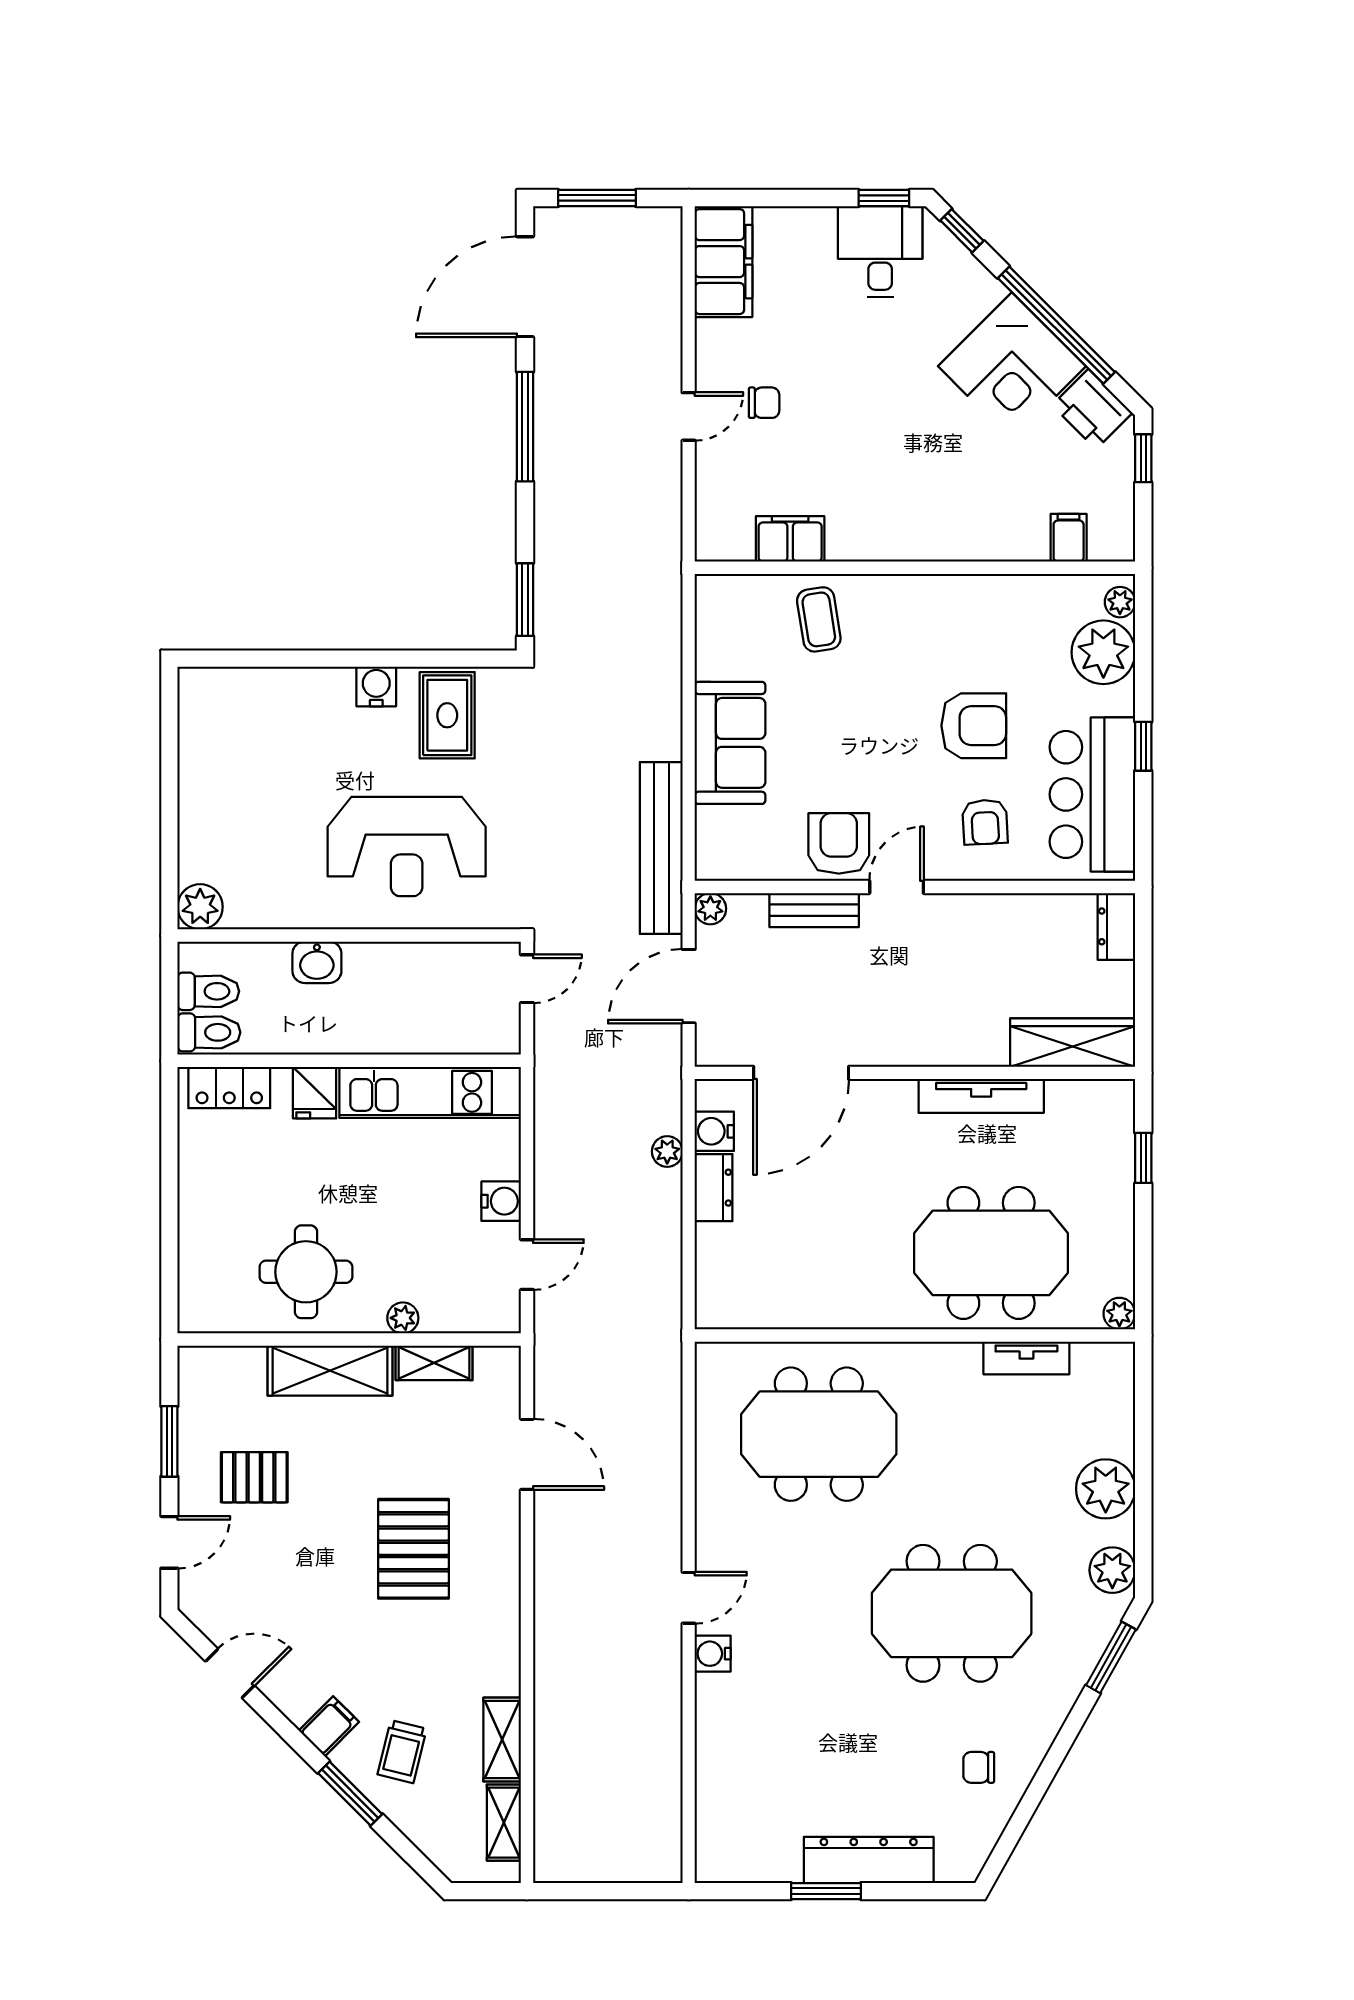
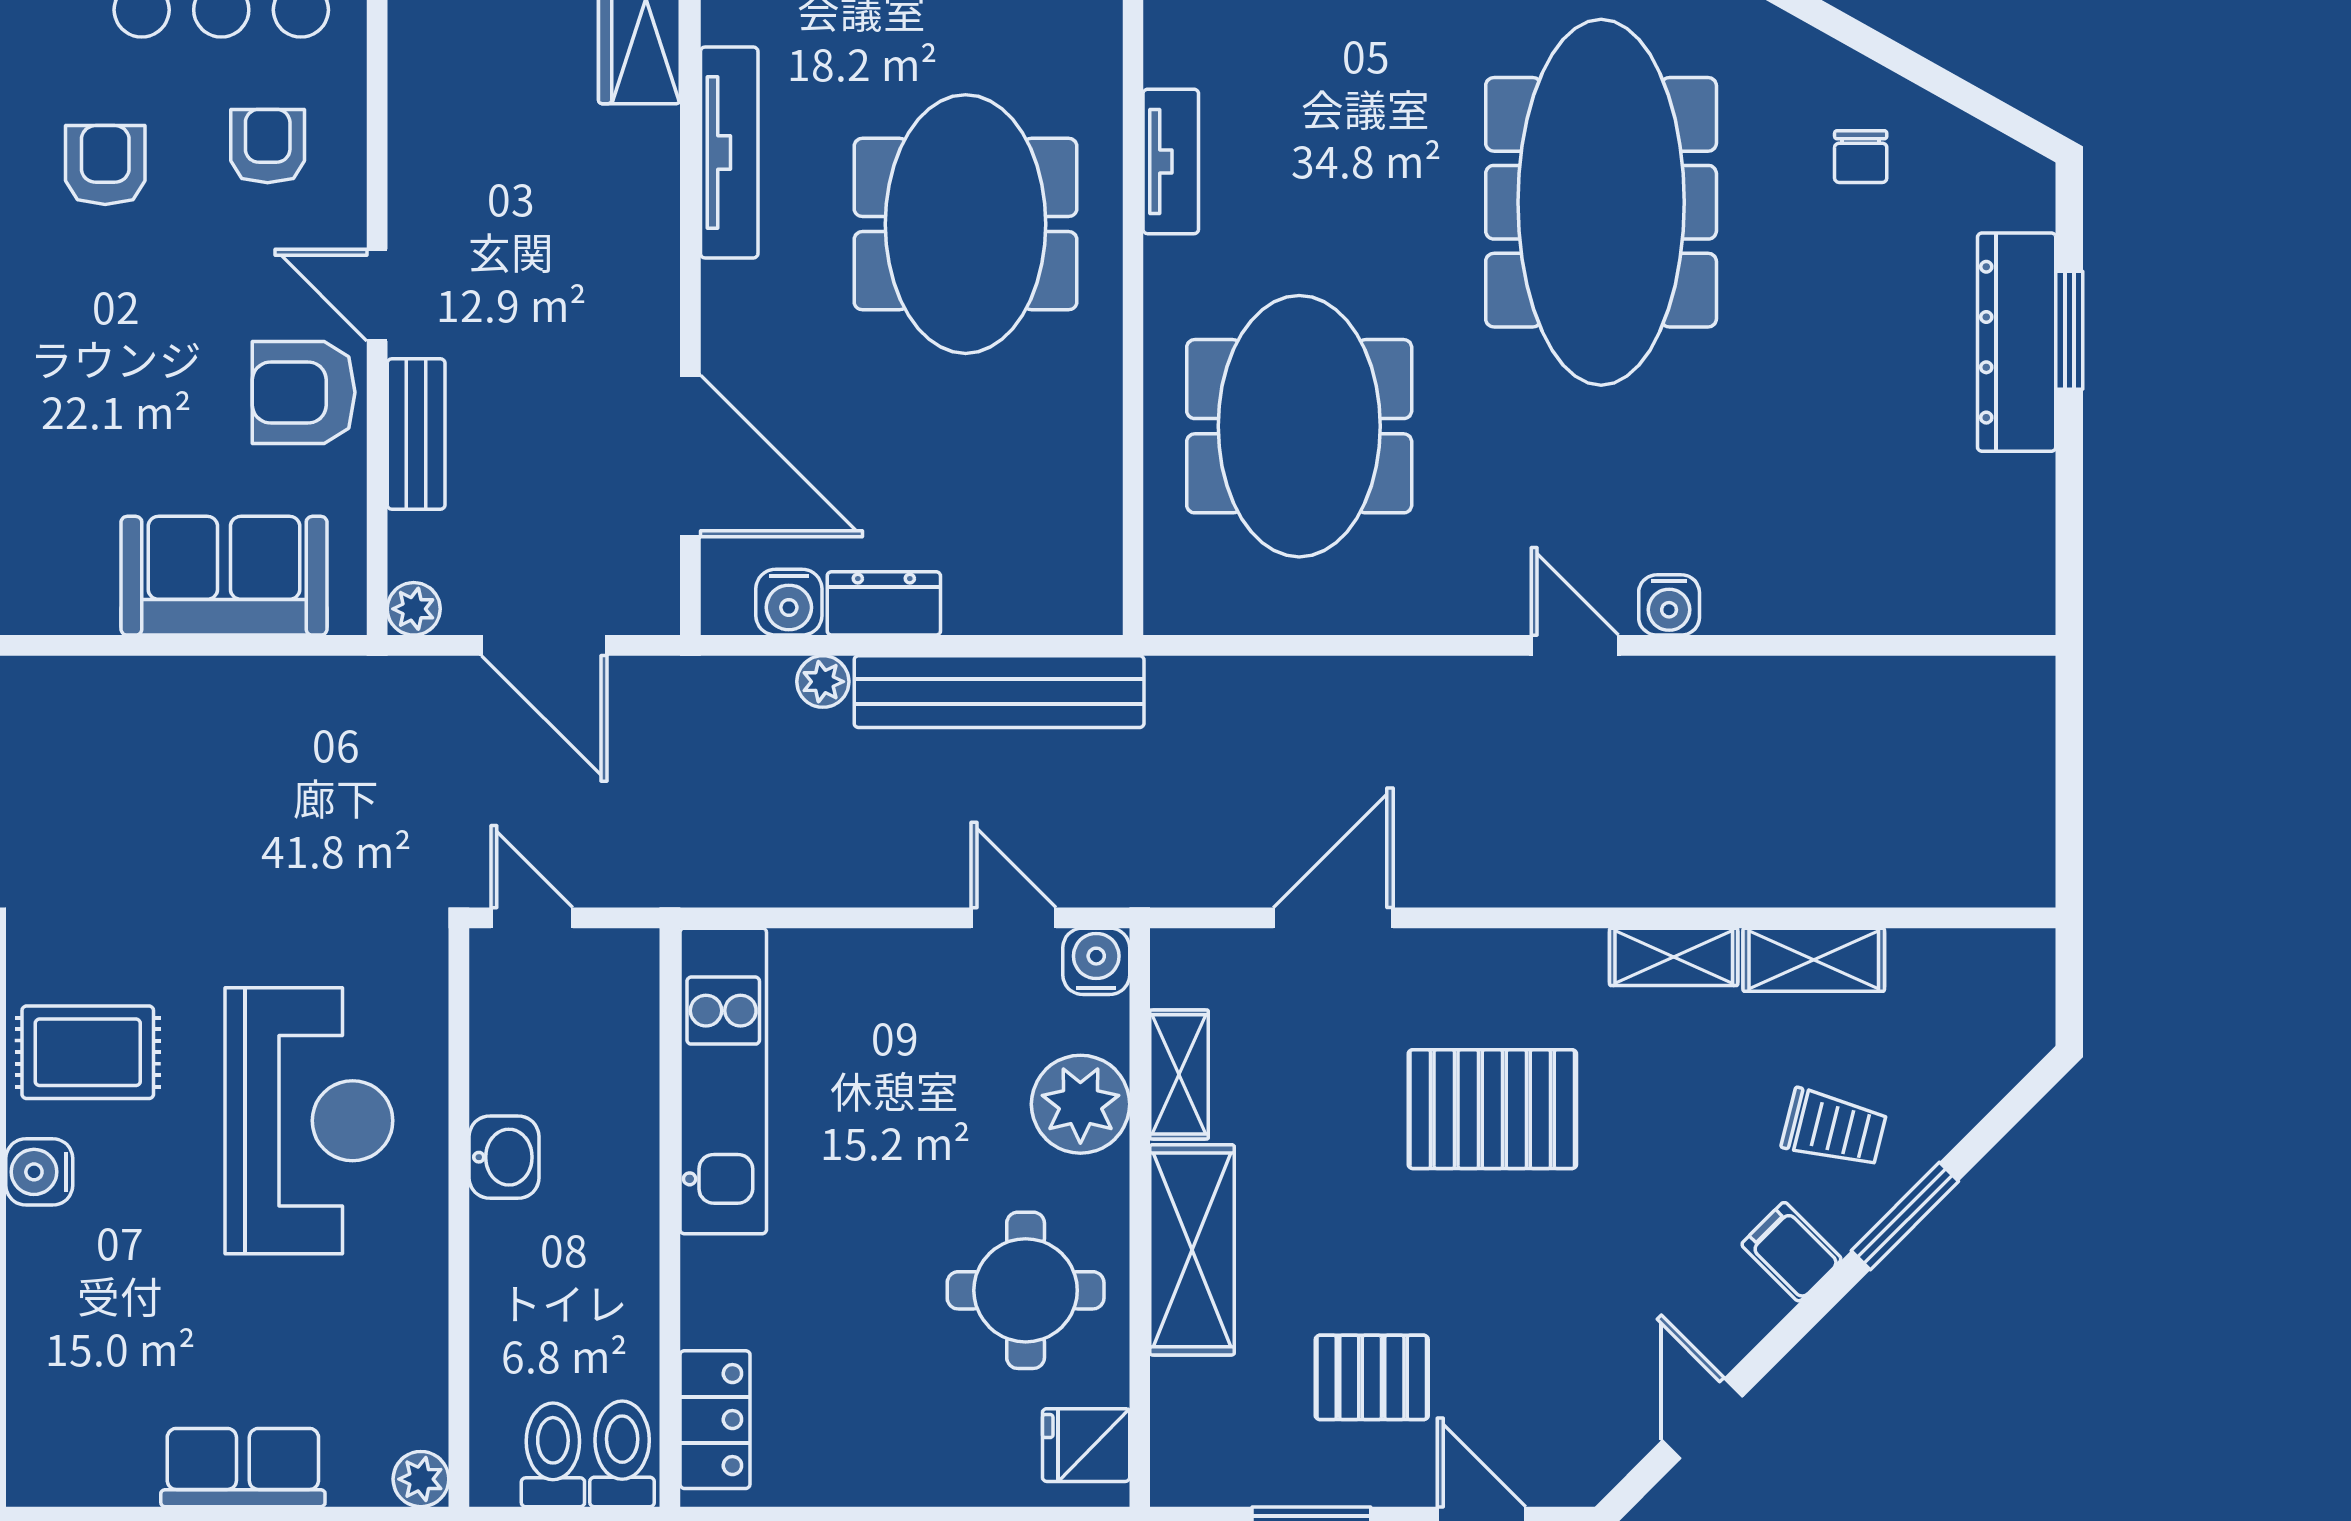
armchair: (974, 726) -> (105, 165), width x0.72, depth x0.72
sofa: (730, 743) -> (224, 576), moved
row of seats: (201, 807) -> (243, 1468), added
armchair: (985, 822) -> (268, 146), turned -87
bench: (661, 848) -> (999, 692), moved
plant: (200, 907) -> (421, 1479), width x0.73, depth x0.73
washbasin: (317, 962) -> (504, 1157), moved
fridge: (315, 1093) -> (1086, 1445), moved, turned 180
water cooler: (501, 1201) -> (1096, 961), moved
meeting table: (991, 1253) -> (966, 224), moved
plant: (403, 1318) -> (1080, 1104), width x1.88, depth x1.88
tv unit: (1026, 1358) -> (1171, 161), moved
pallet: (254, 1477) -> (1372, 1377), turned 90
meeting table: (952, 1613) -> (1601, 202), width x1.36
shelving: (504, 1823) -> (1674, 957), moved
window: (826, 1891) -> (2069, 330), moved

